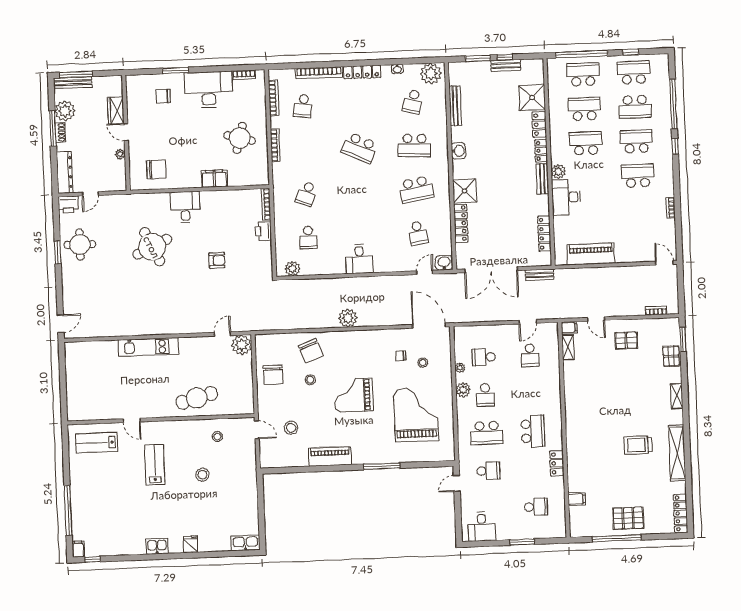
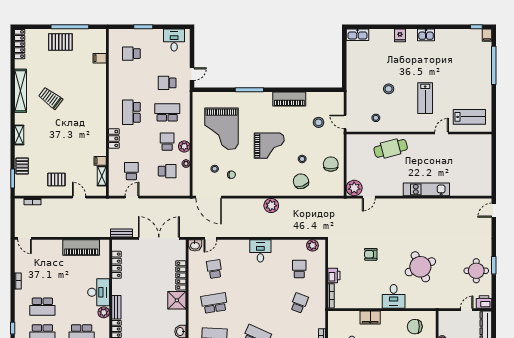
filing cabinet: (569, 328) -> (100, 161), moved
door: (132, 420) -> (442, 133), hinge flipped
trolley: (638, 445) -> (50, 98), turned -143
locker: (557, 463) -> (114, 138), moved

